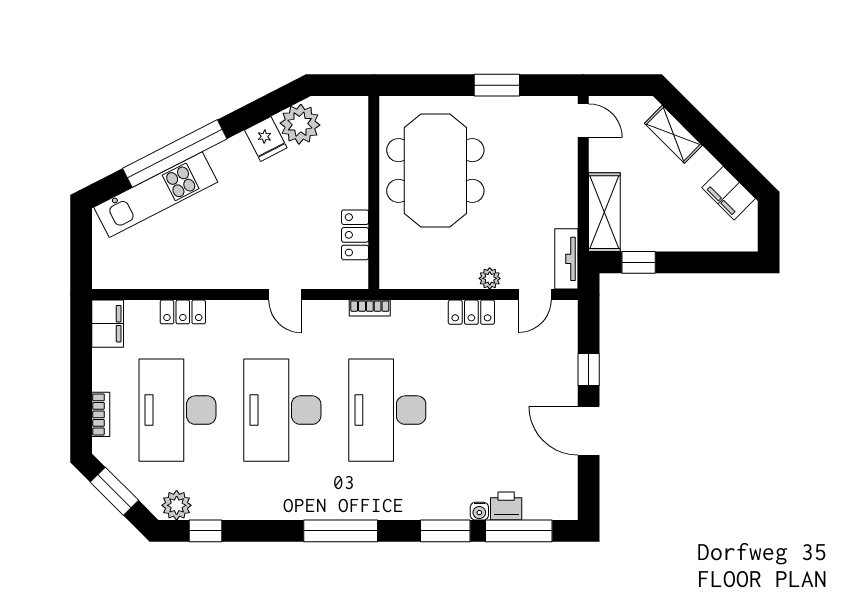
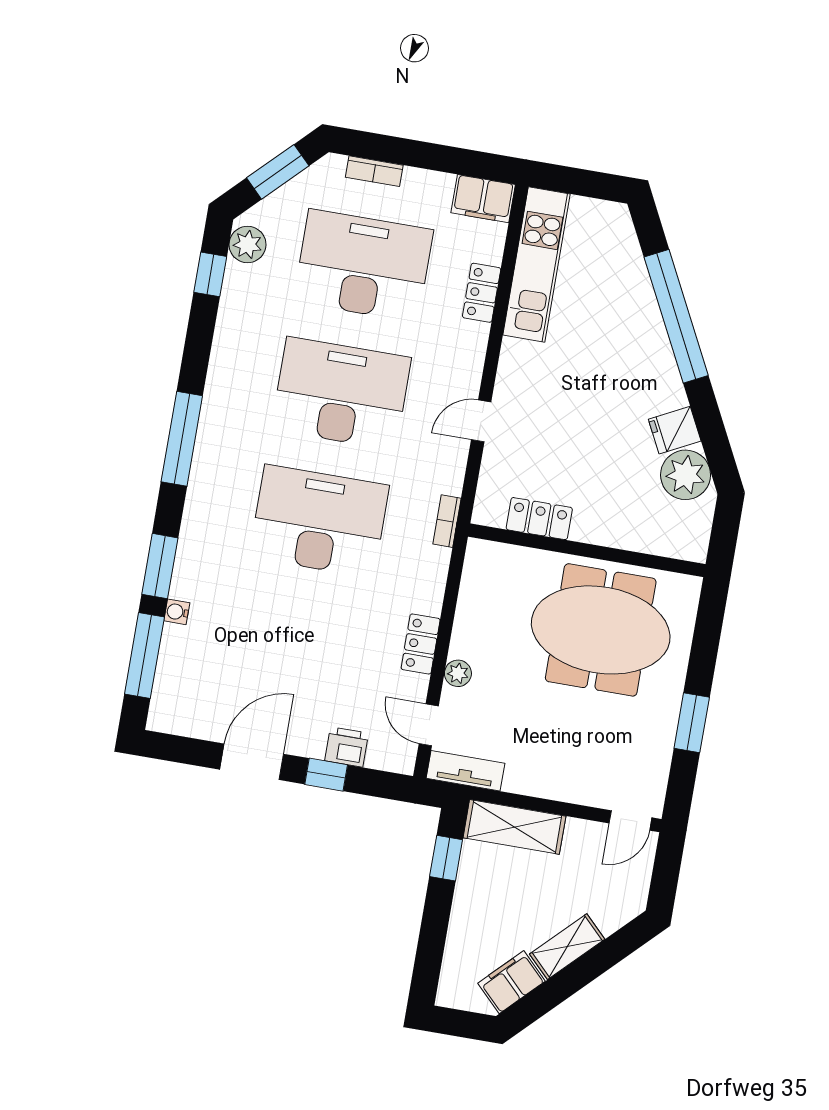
shelving: (673, 134) -> (567, 947), moved
kitchen unit: (156, 195) -> (537, 265), moved, turned -153
printer: (506, 506) -> (347, 747), moved, turned -90

